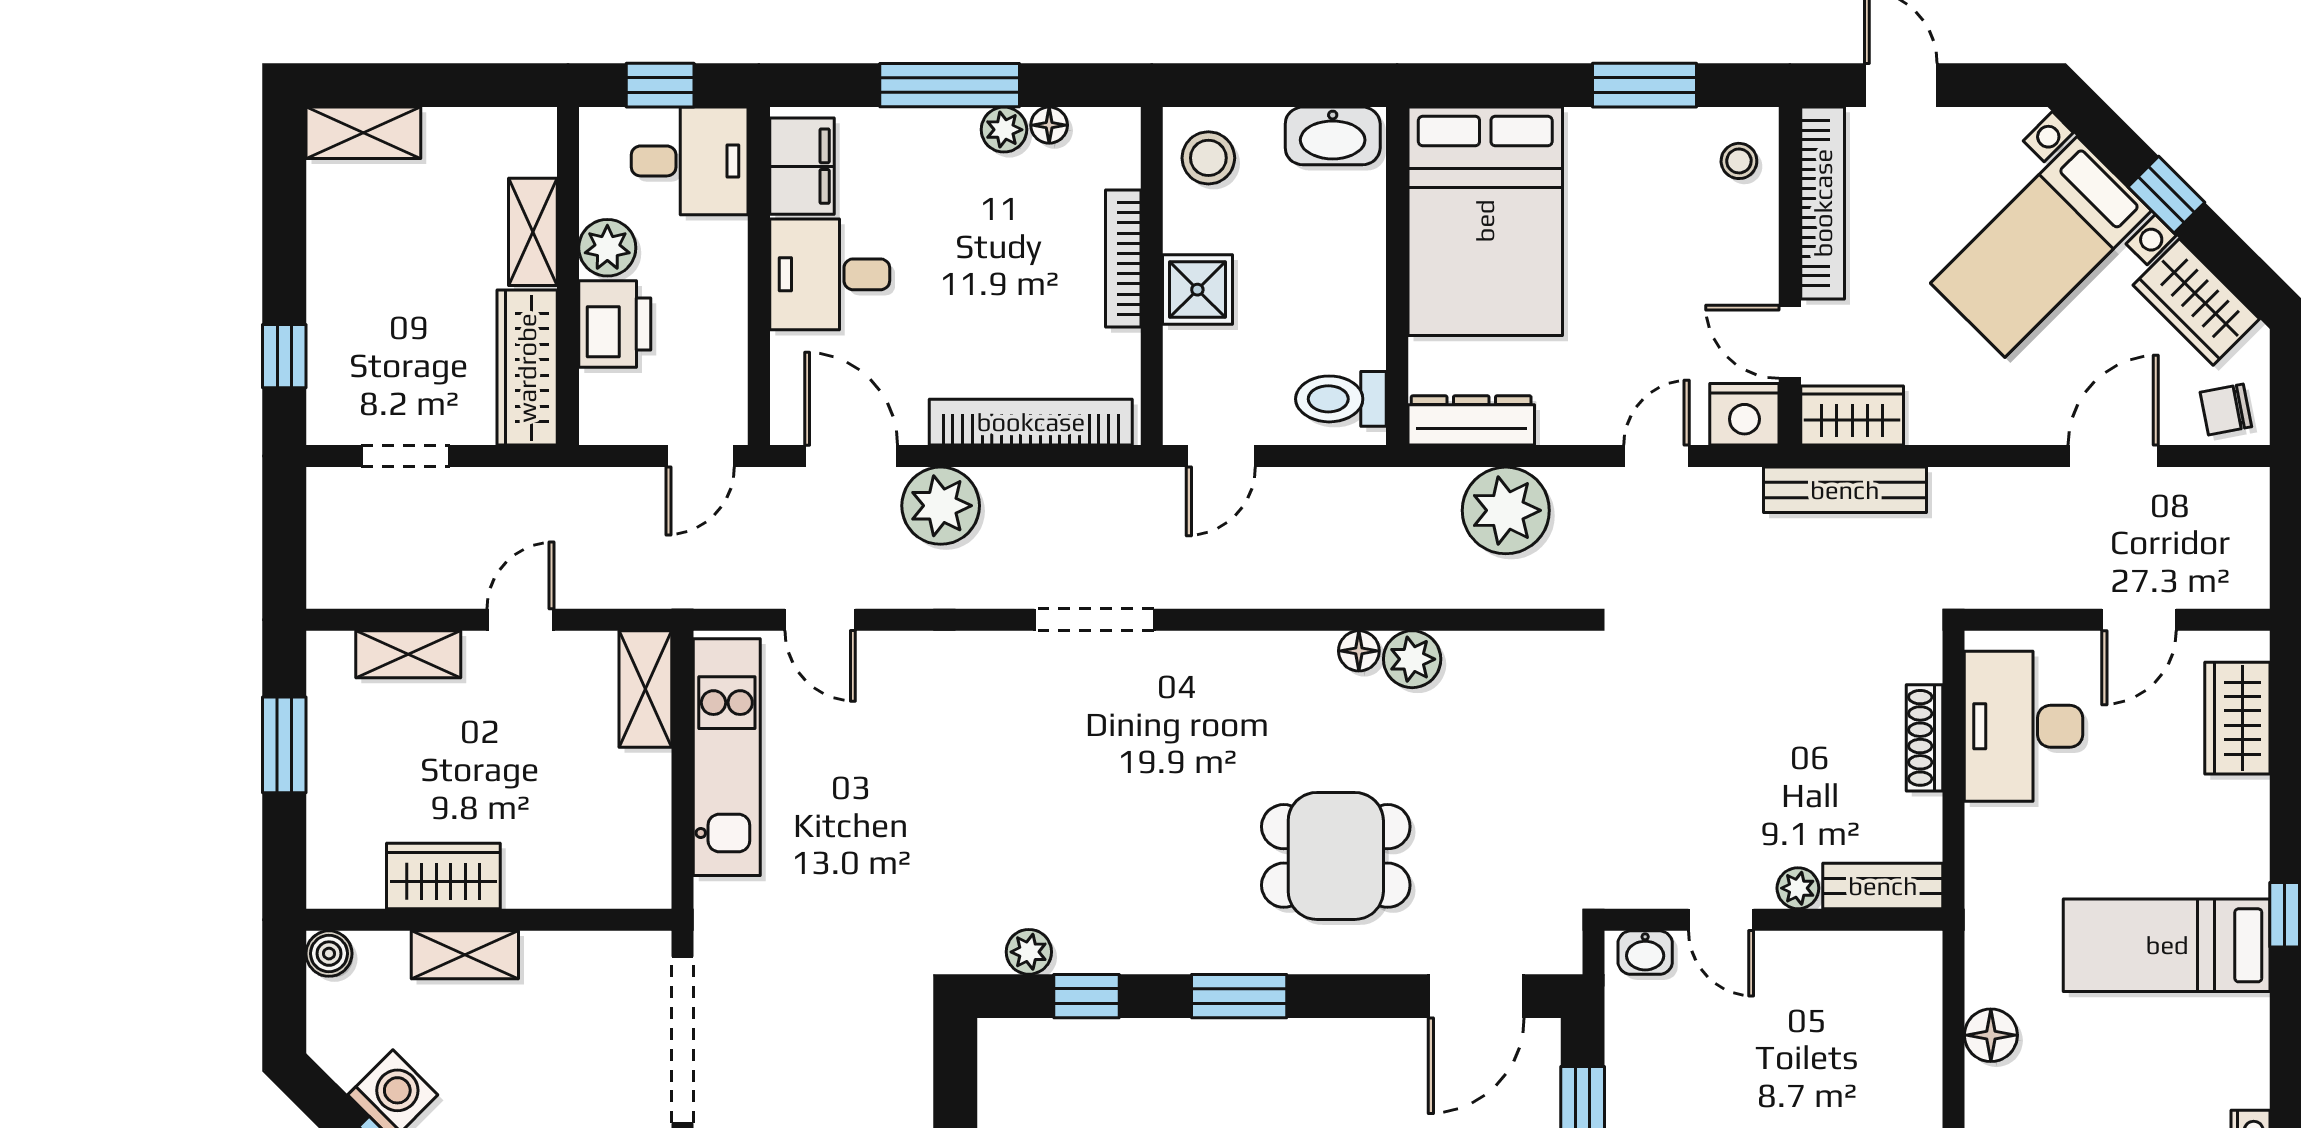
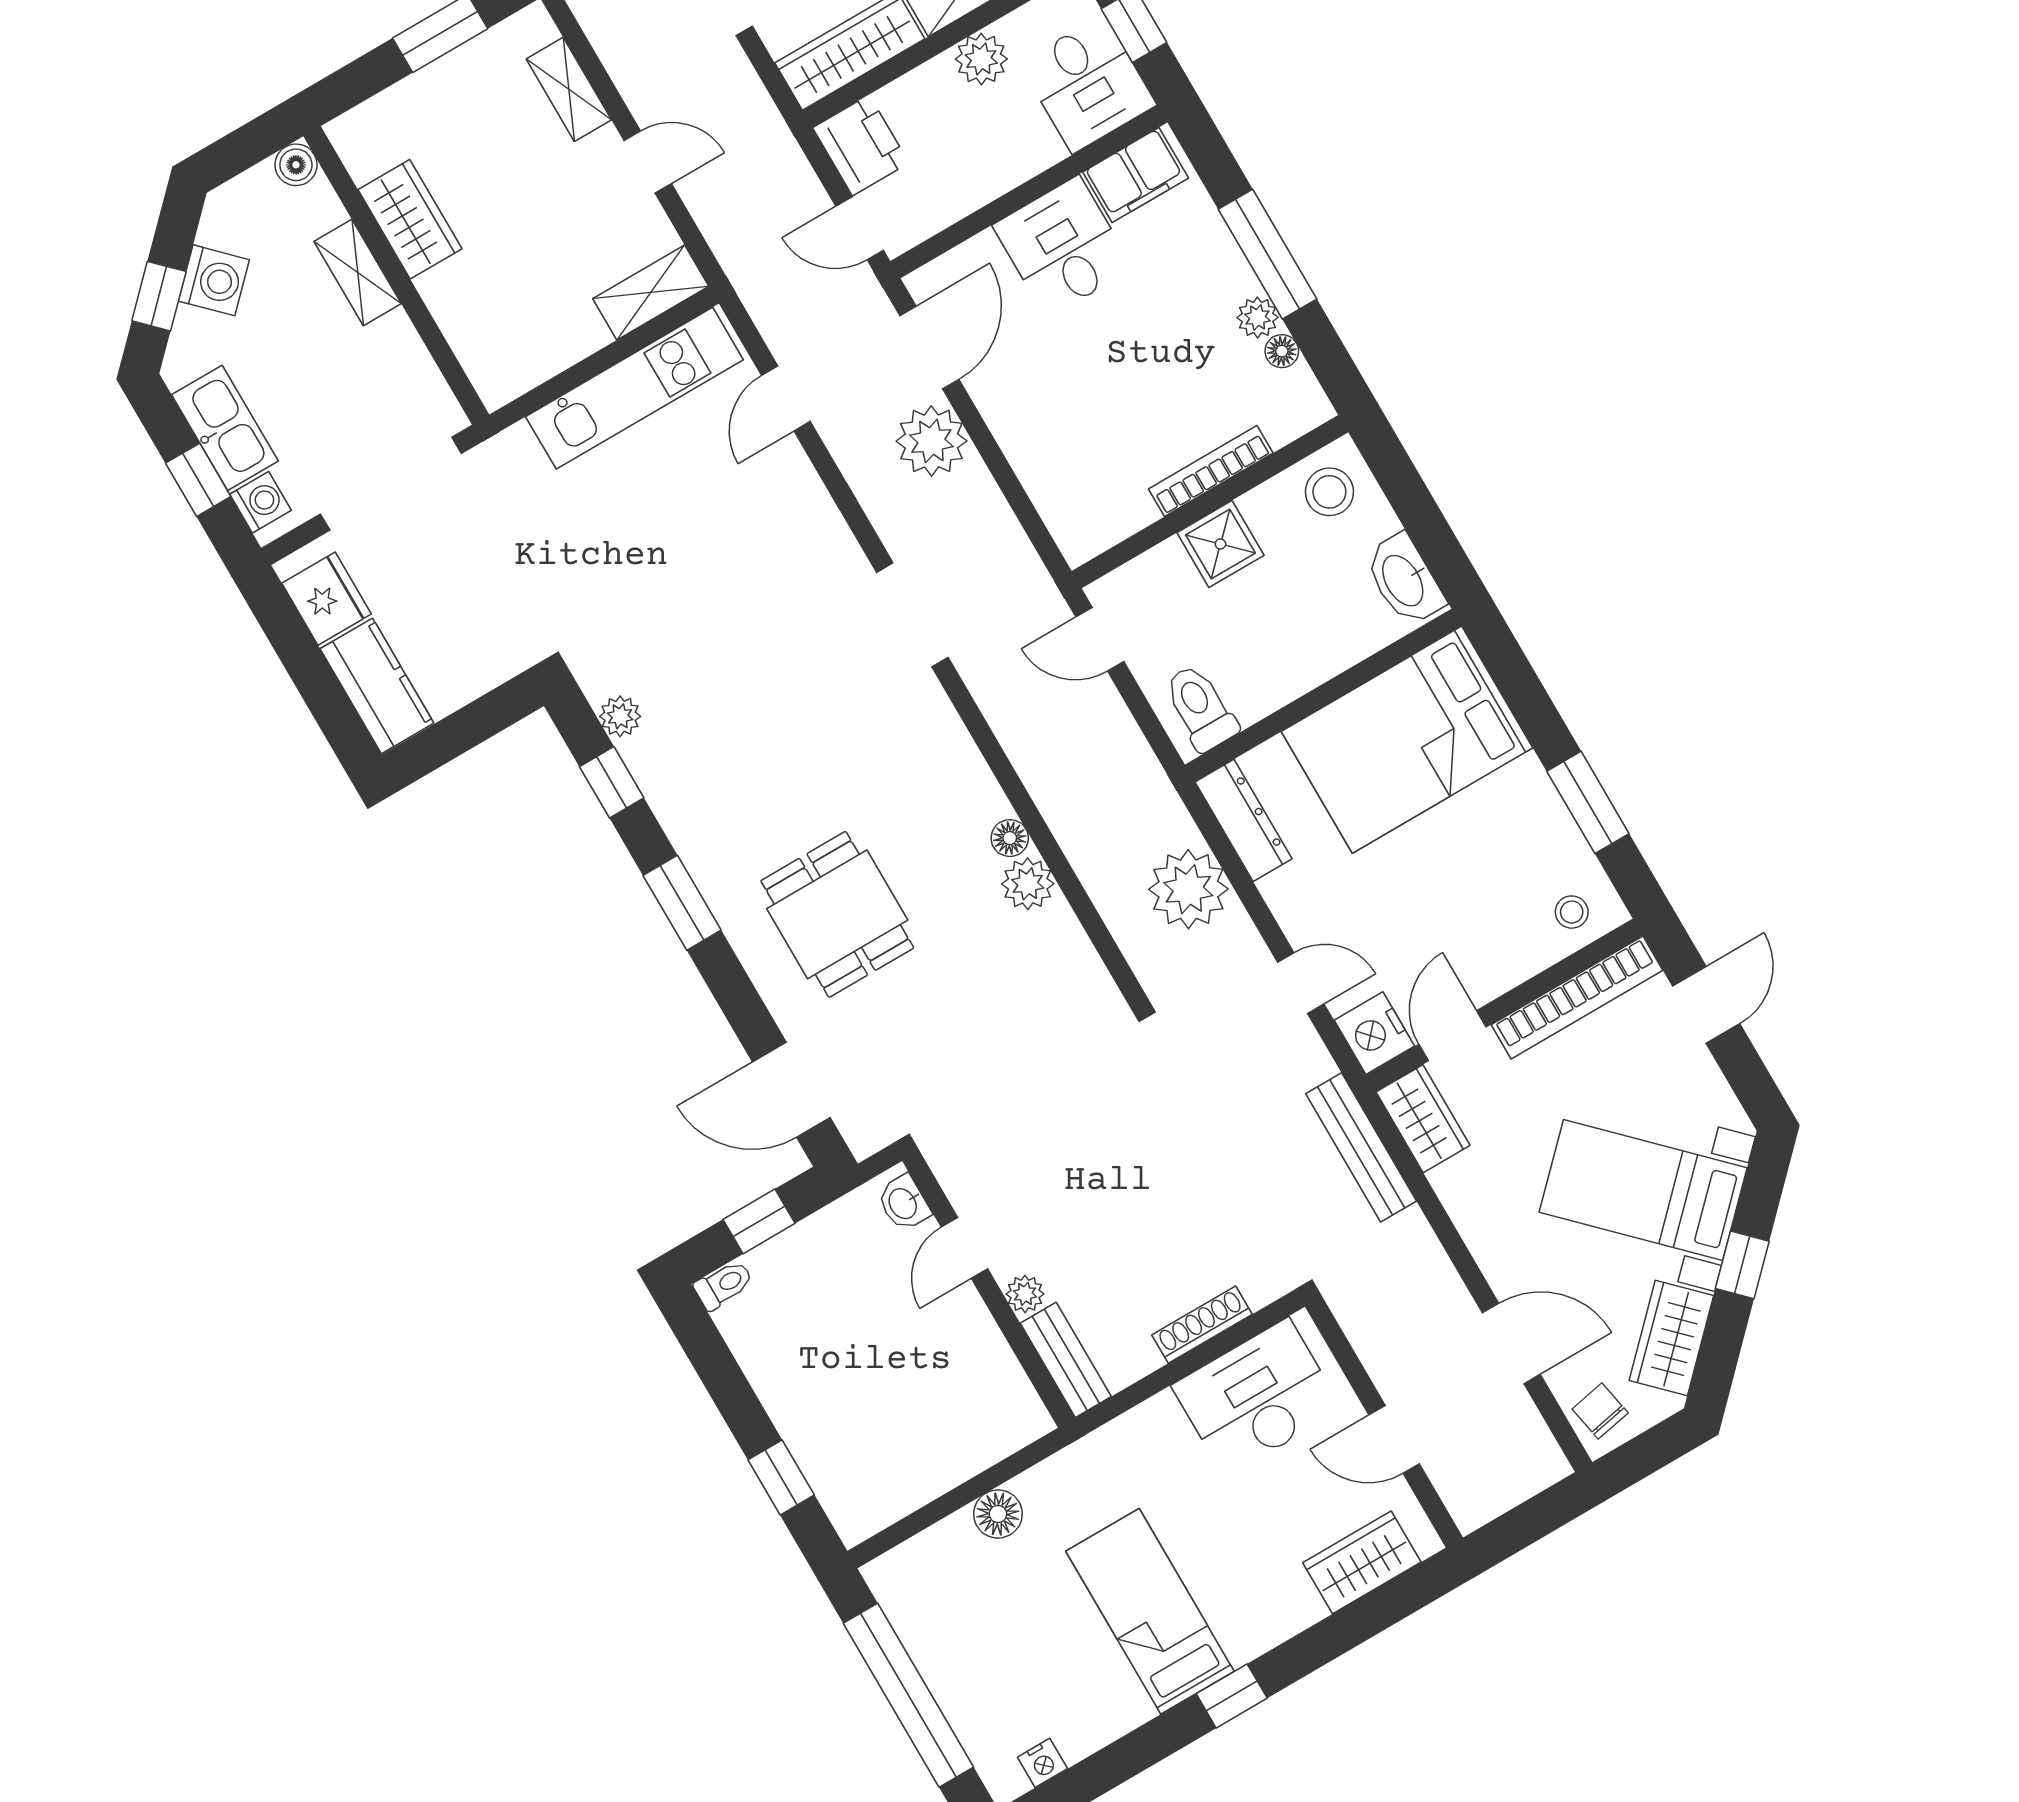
printer: (615, 324) -> (861, 145), moved, turned -90
bookcase: (1031, 422) -> (1039, 474), removed

